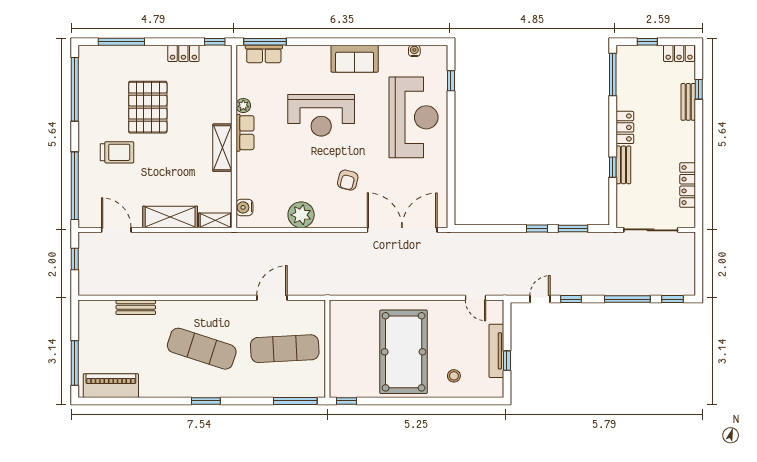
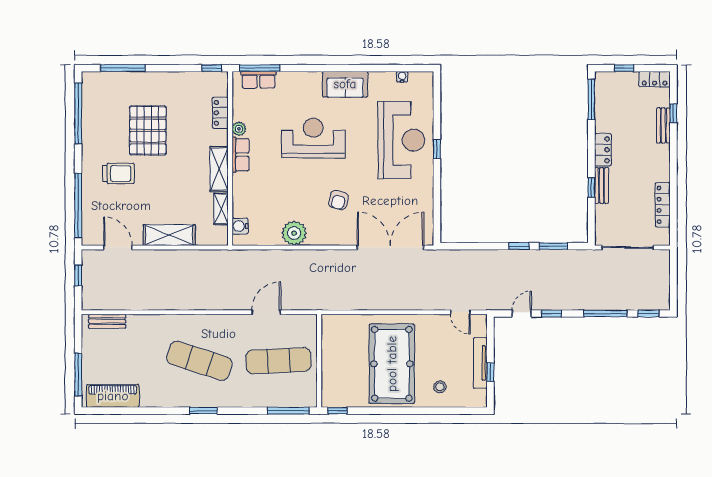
locker: (183, 53) -> (220, 113), moved, turned 90
window: (451, 81) -> (437, 149), moved
reception desk: (321, 115) -> (313, 138), turned 180
shelving: (215, 220) -> (221, 209), moved, turned 90
bench: (136, 307) -> (107, 321), moved

